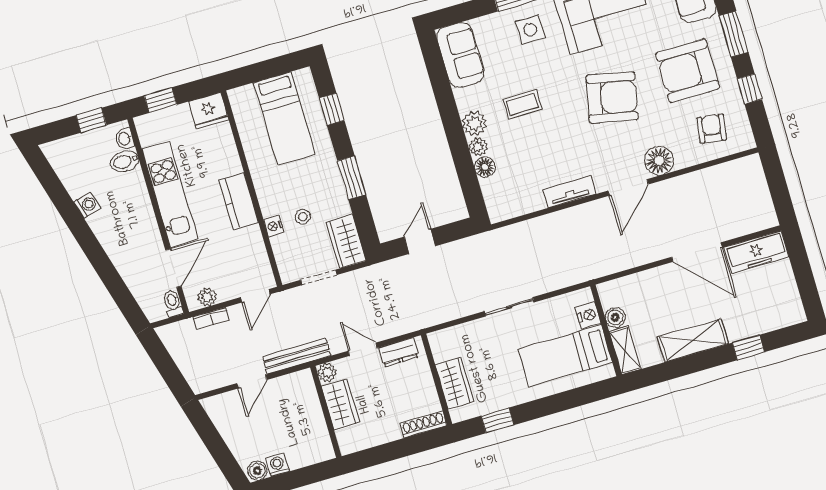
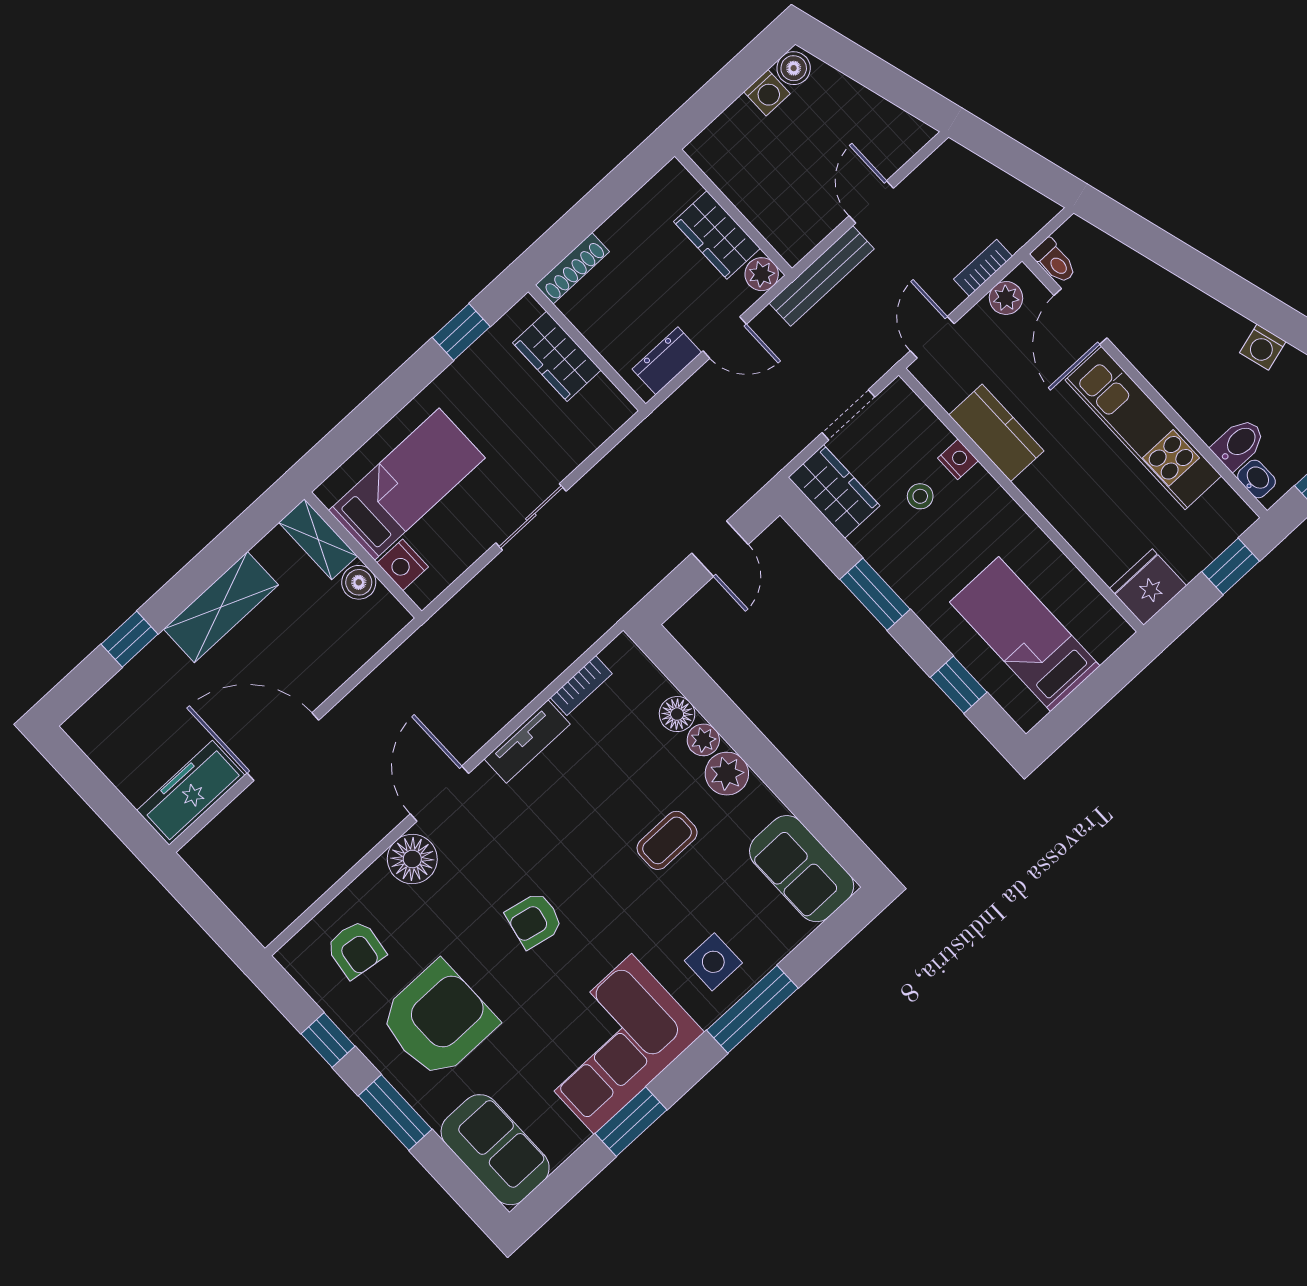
armchair: (612, 97) -> (534, 920), width x0.53, depth x0.53
kitchen counter: (239, 201) -> (996, 433), moved
bookcase: (527, 207) -> (581, 686), added

